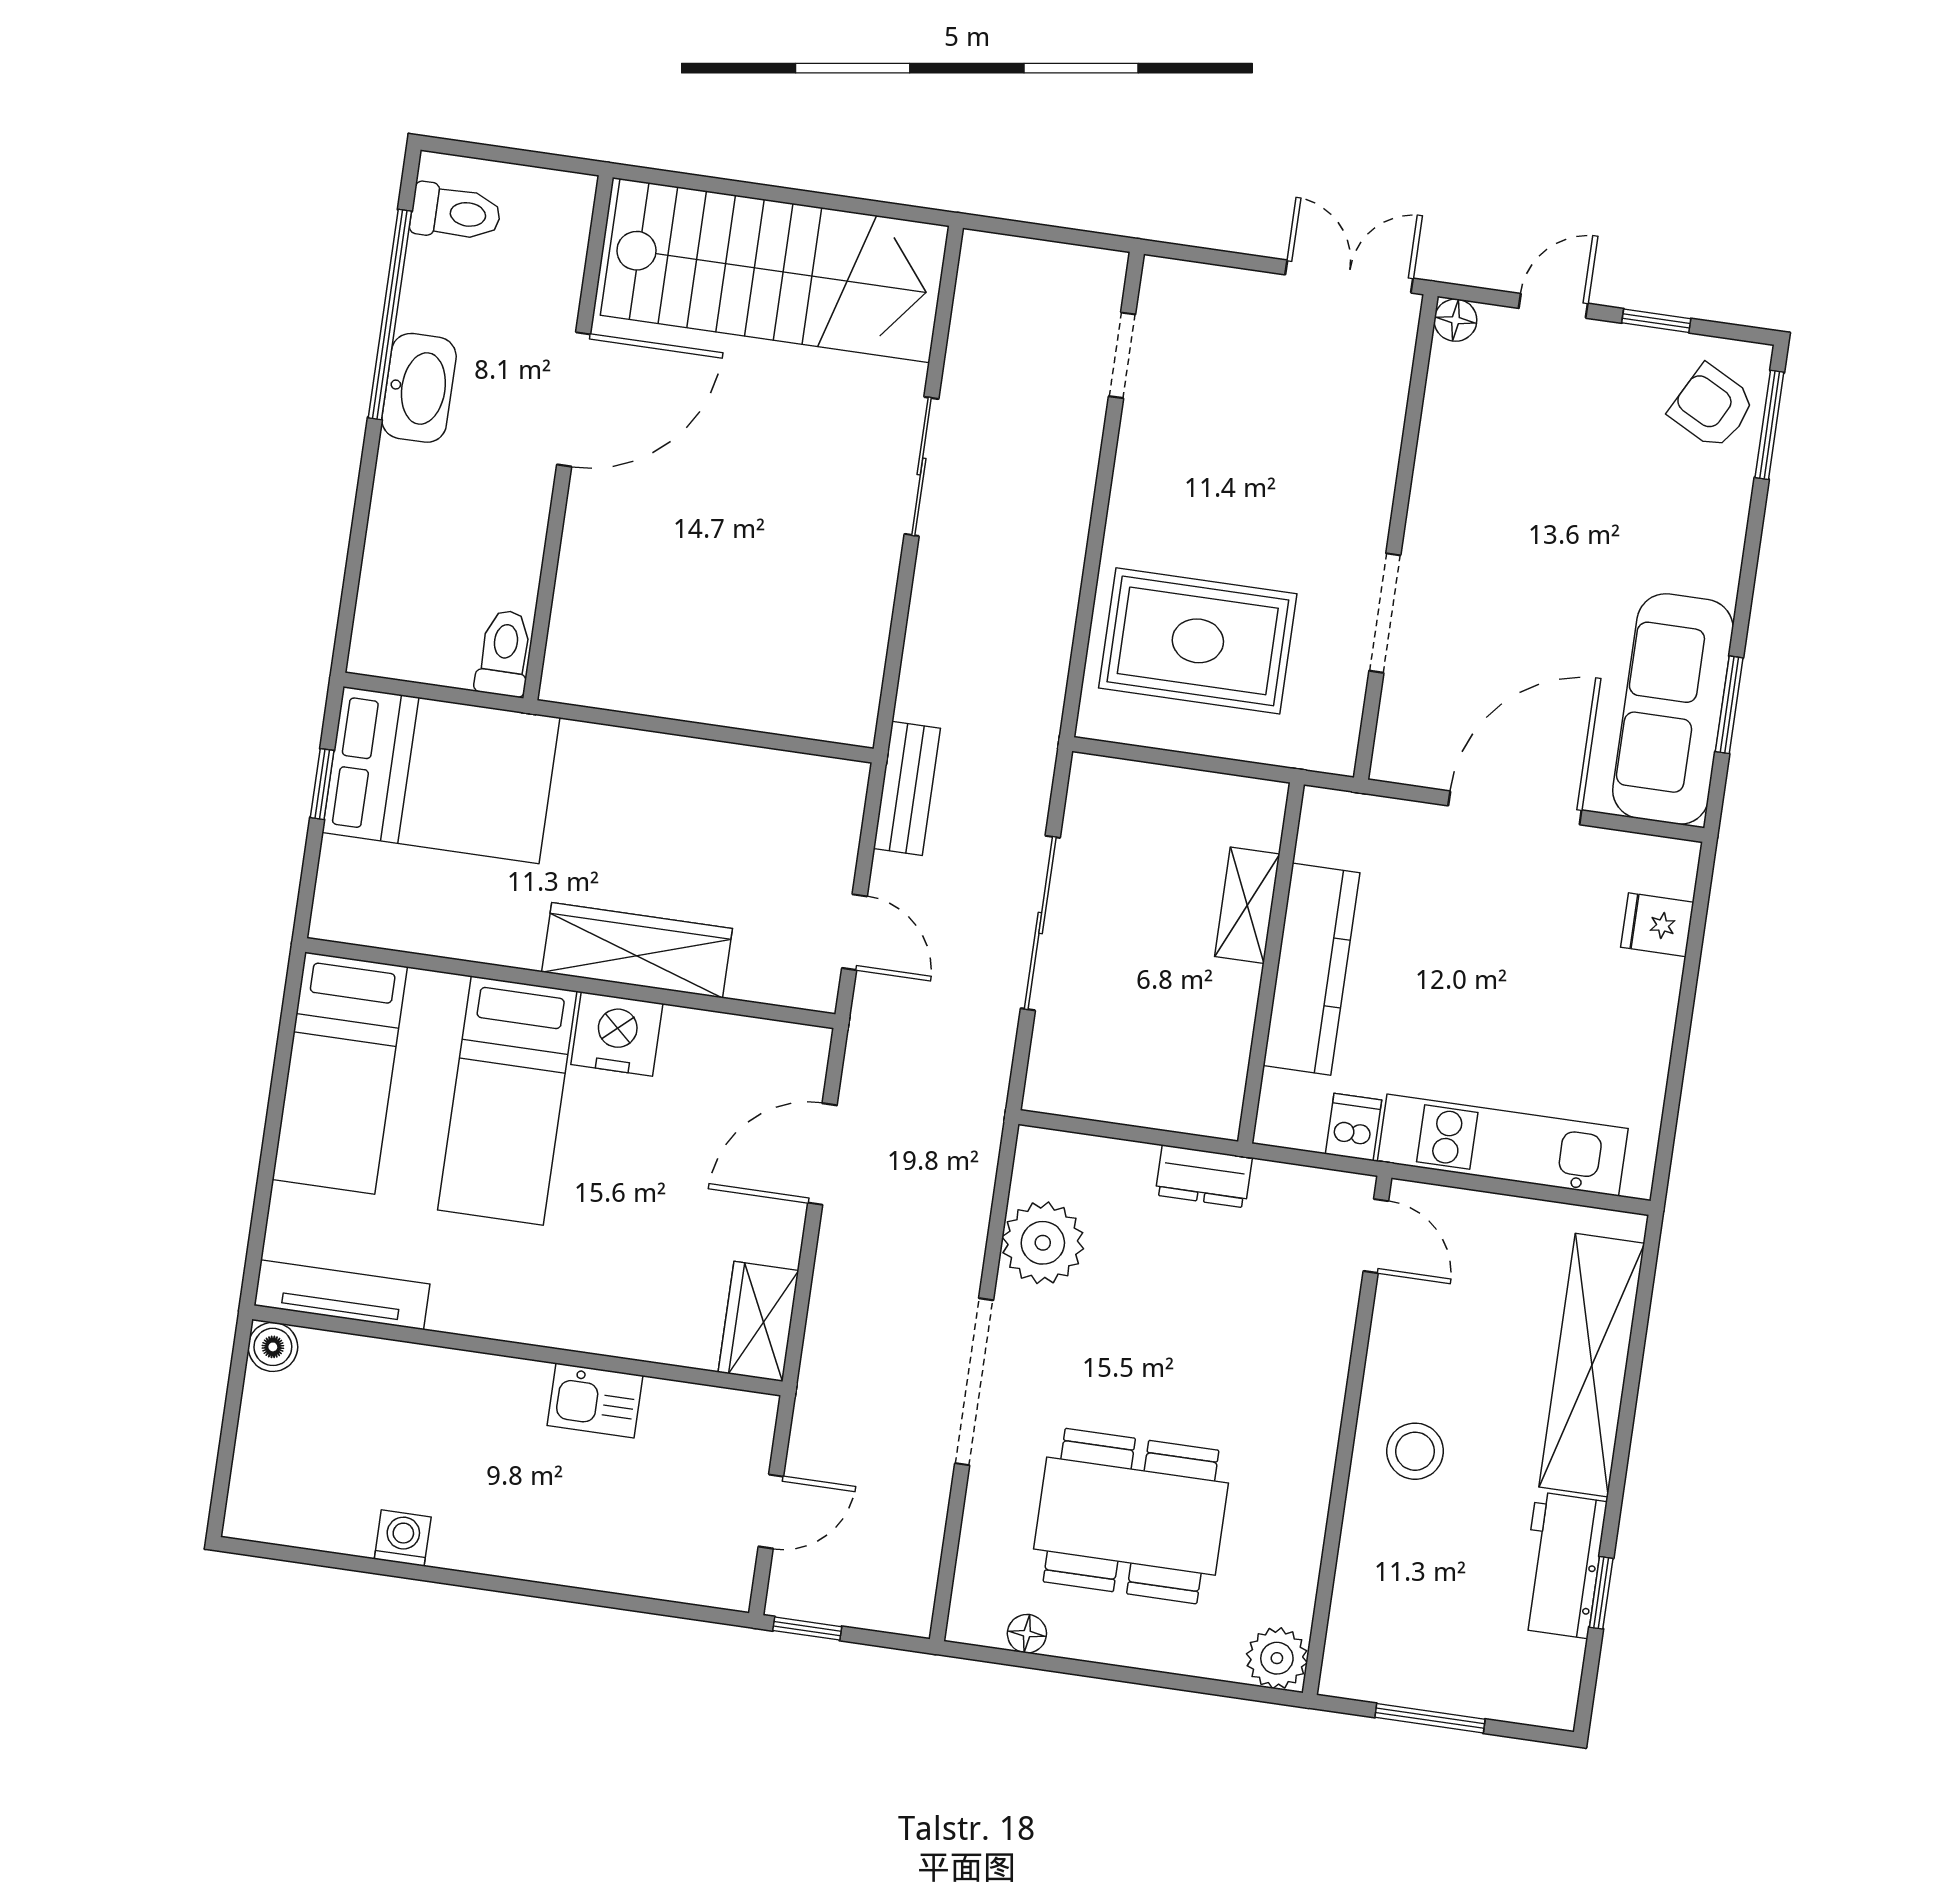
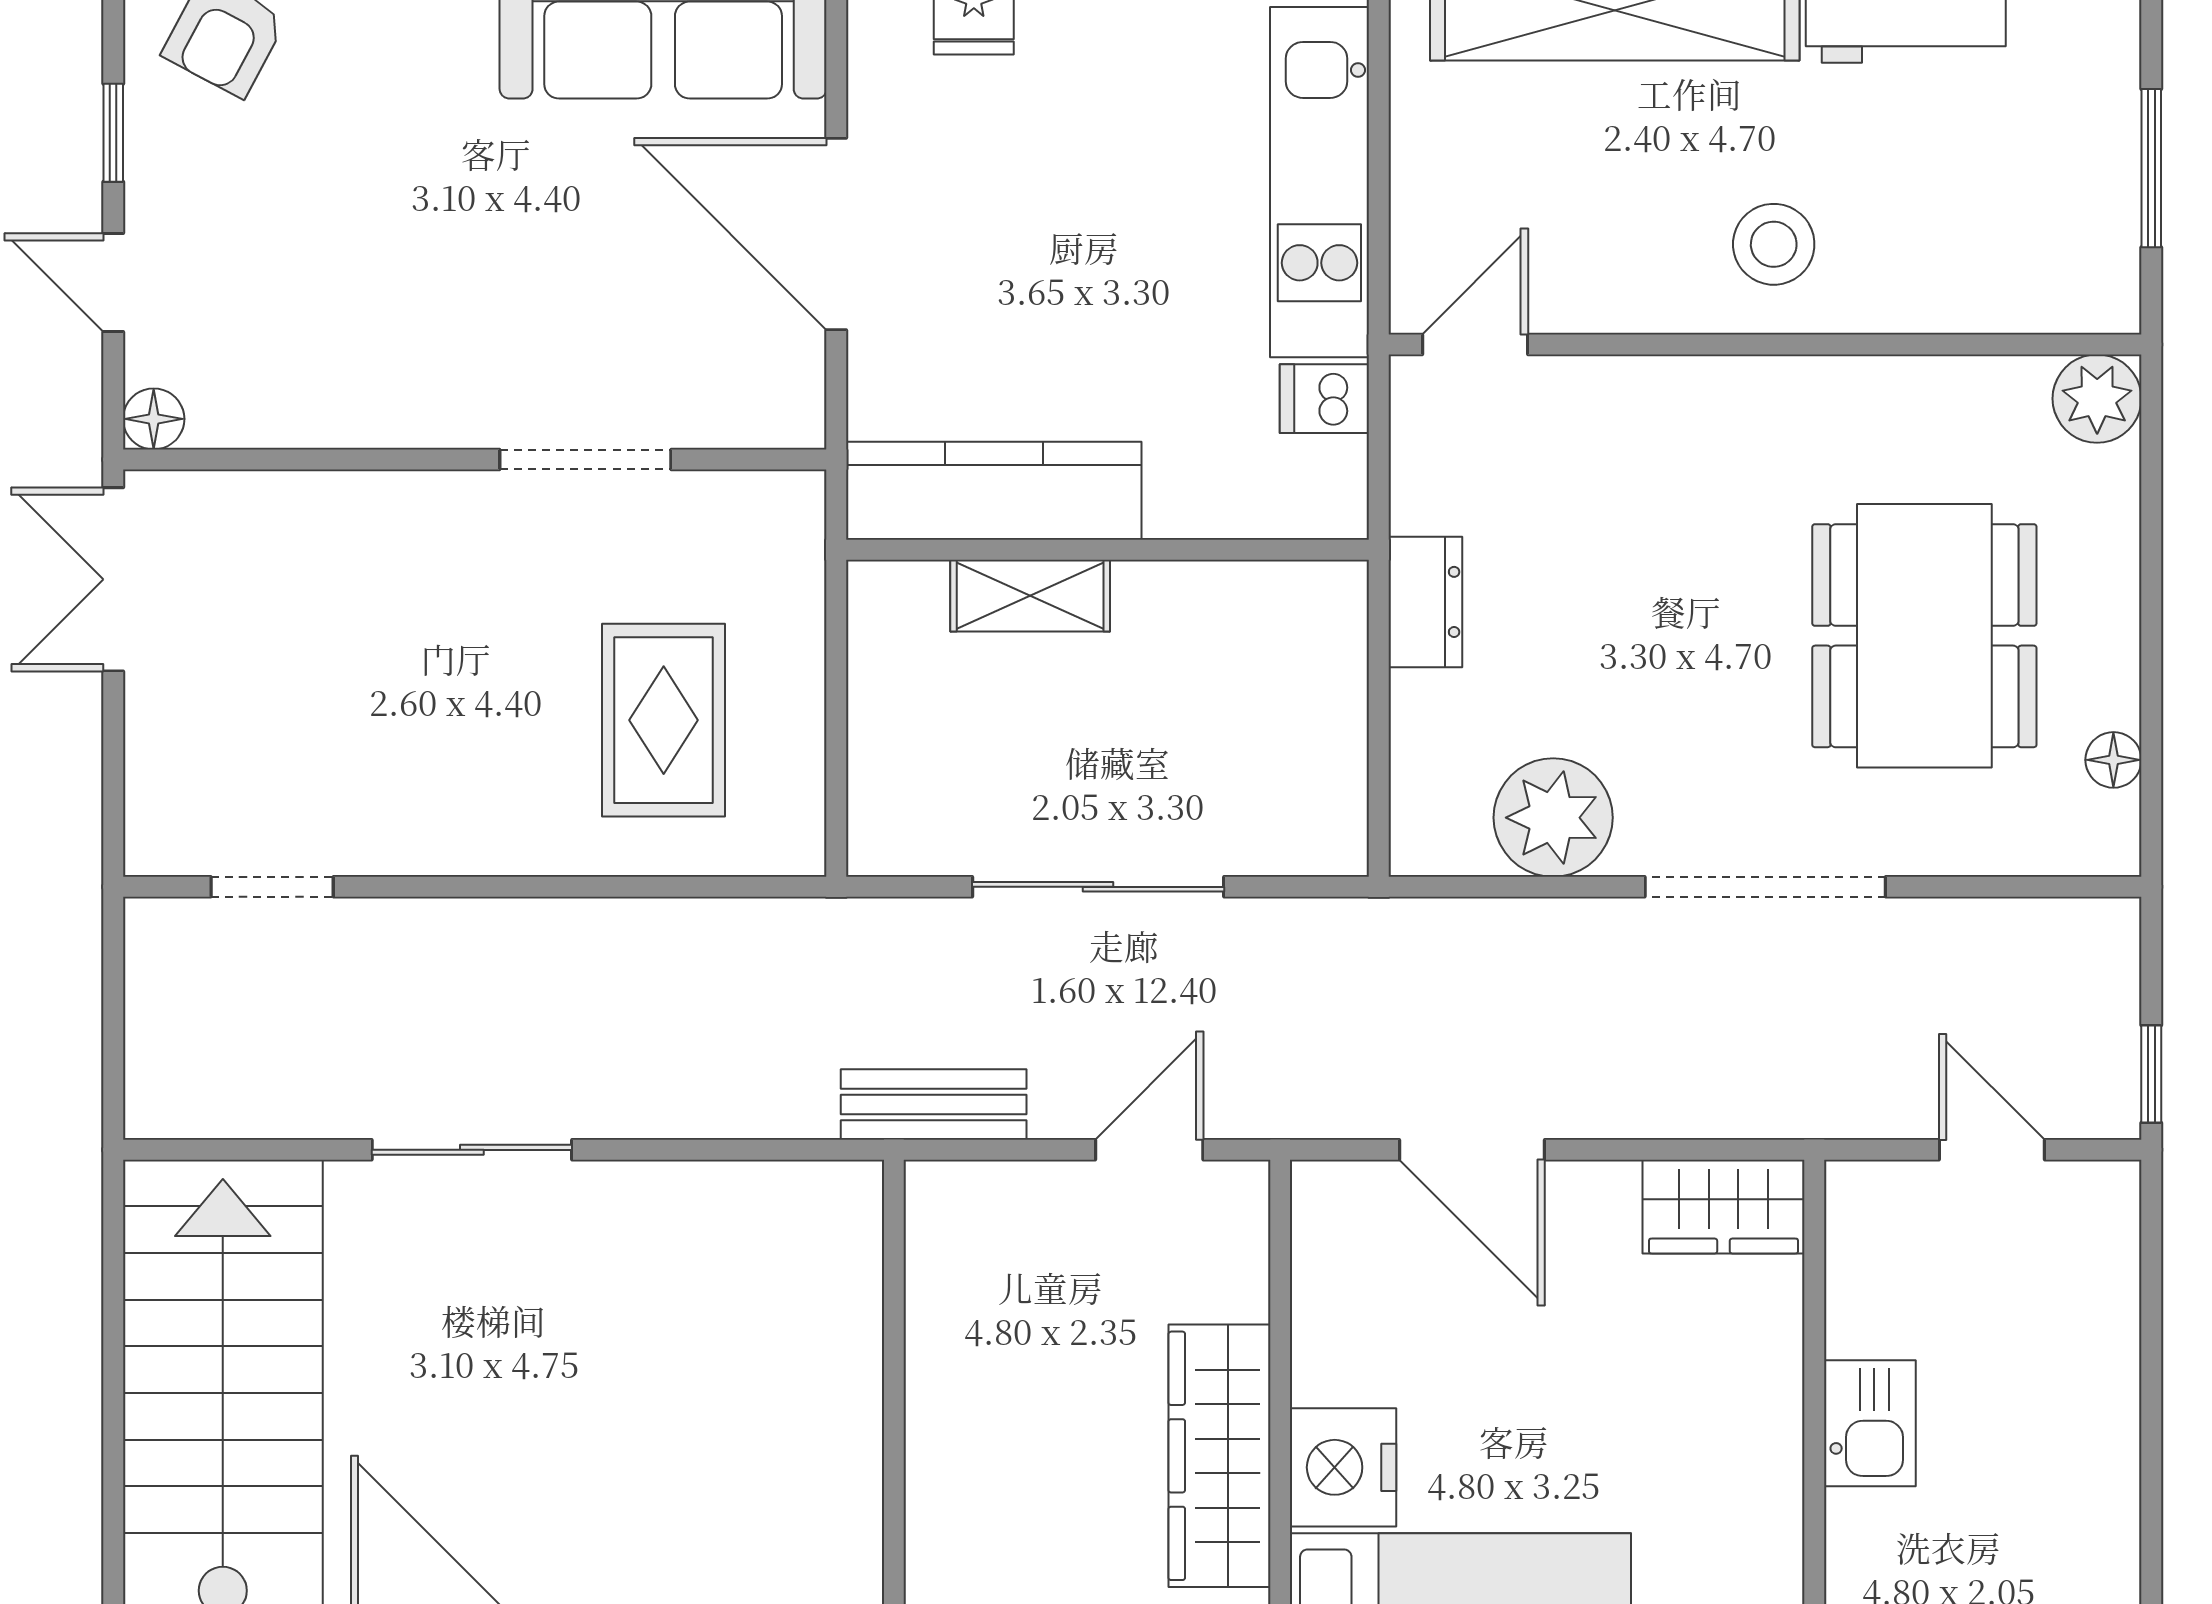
rug: (1198, 641) -> (664, 720), width x0.73, depth x0.70
kitchen counter: (1311, 969) -> (994, 491), moved

